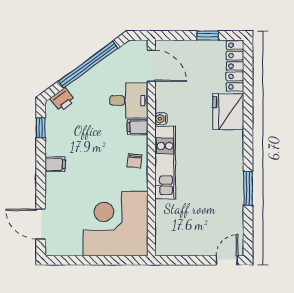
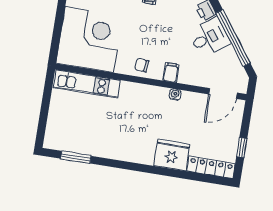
desk: (129, 100) -> (209, 37), moved, turned -126
kitchen unit: (165, 163) -> (87, 84), moved
window: (248, 188) -> (76, 157), moved
door: (227, 260) -> (41, 132), removed

